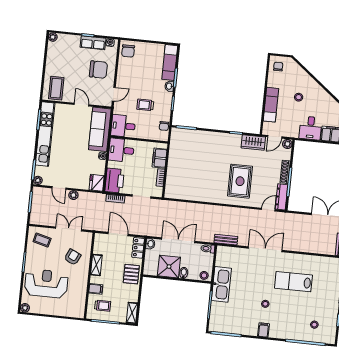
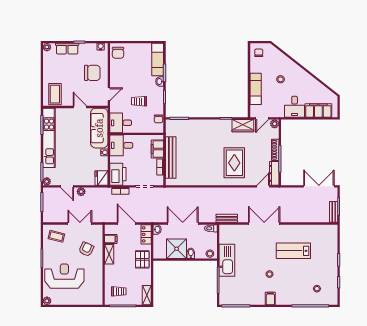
row of seats: (93, 43) -> (67, 49), moved
bench: (173, 168) -> (171, 157), added
filing cabinet: (96, 289) -> (111, 239), moved

